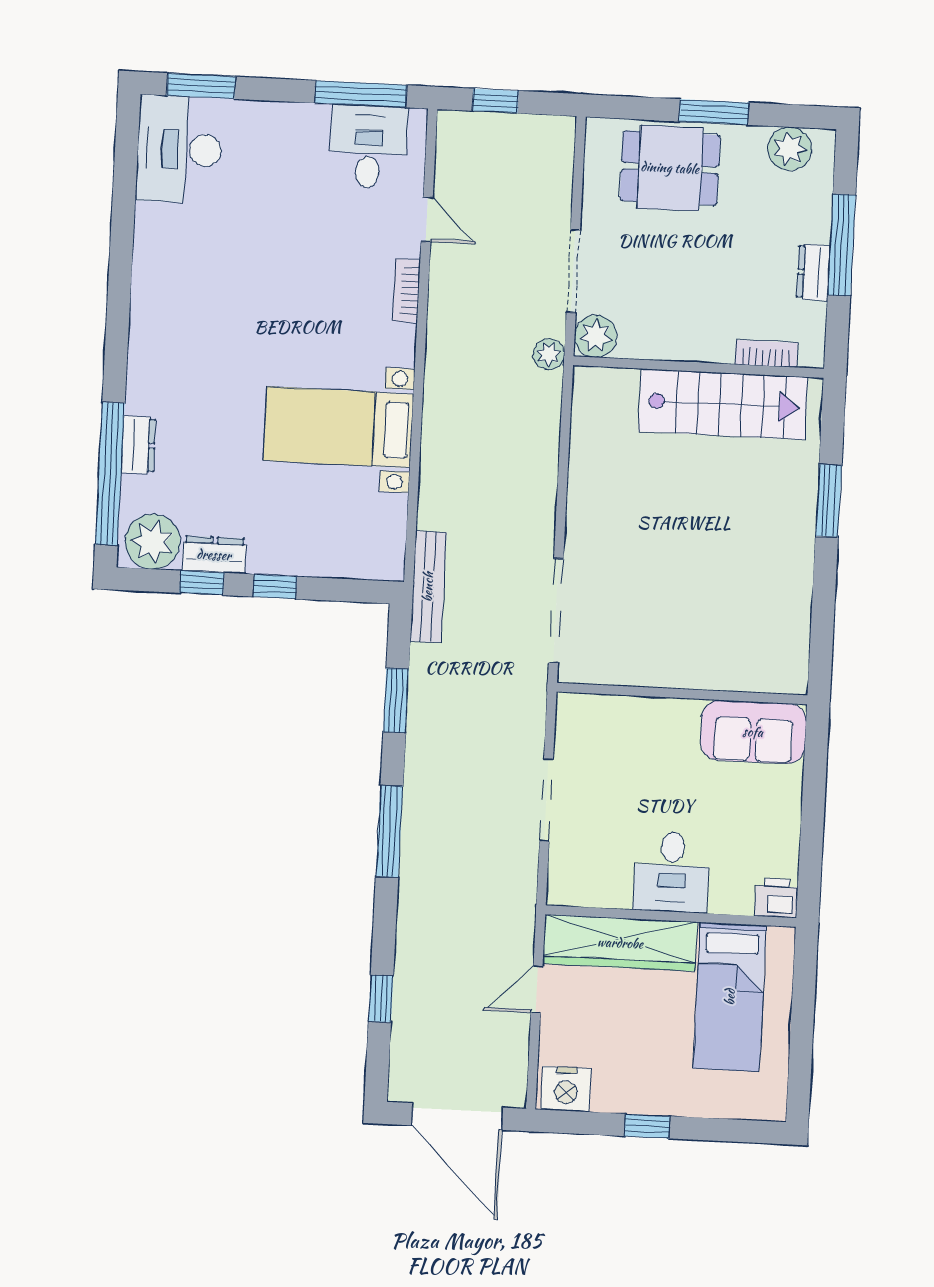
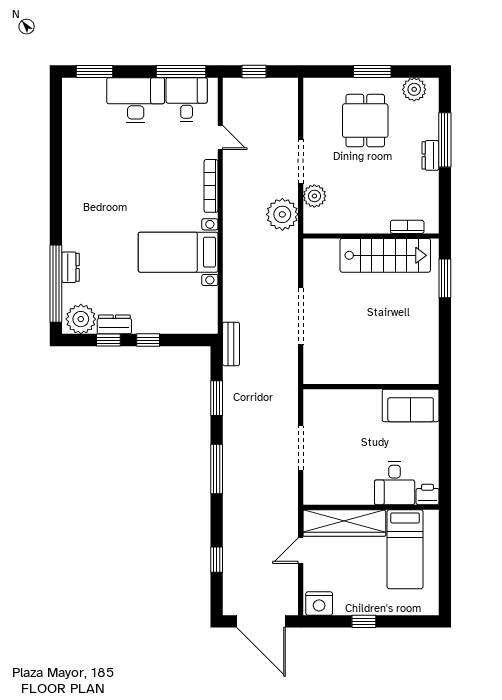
desk: (179, 149) -> (136, 100), moved, turned 90
dining table: (670, 168) -> (365, 121), moved, turned 90
bookcase: (406, 291) -> (211, 186), width x1.56
plant: (549, 354) -> (282, 214), width x1.87, depth x1.87
bookcase: (766, 354) -> (407, 227), moved
wall: (699, 367) -> (371, 236), moved
stairs: (723, 404) -> (385, 255), moved
bench: (428, 587) -> (231, 344), width x0.73
doorway: (556, 611) -> (301, 316), moved
desk: (672, 872) -> (395, 483), moved

